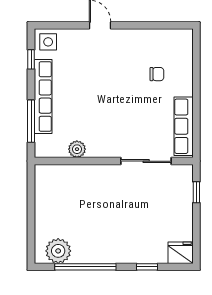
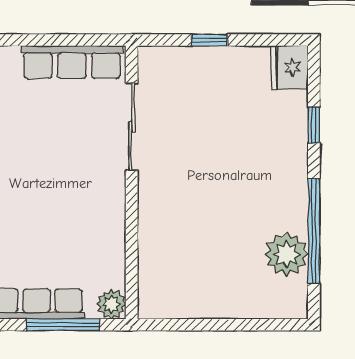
plant: (77, 149) -> (111, 304), moved
window: (196, 192) -> (209, 40), moved
plant: (58, 251) -> (286, 254), moved

